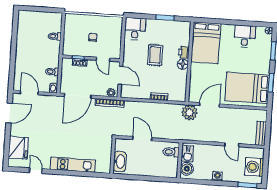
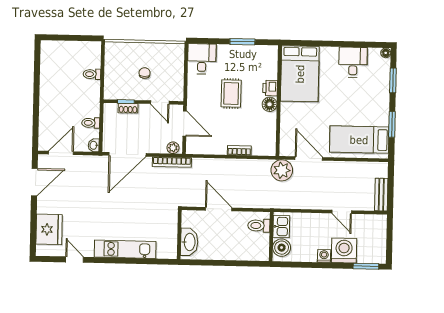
bed: (247, 88) -> (359, 140), width x0.67
door: (29, 93) -> (61, 153), hinge flipped
door: (209, 105) -> (309, 158), hinge flipped
washing machine: (254, 167) -> (344, 250), moved, turned 90

